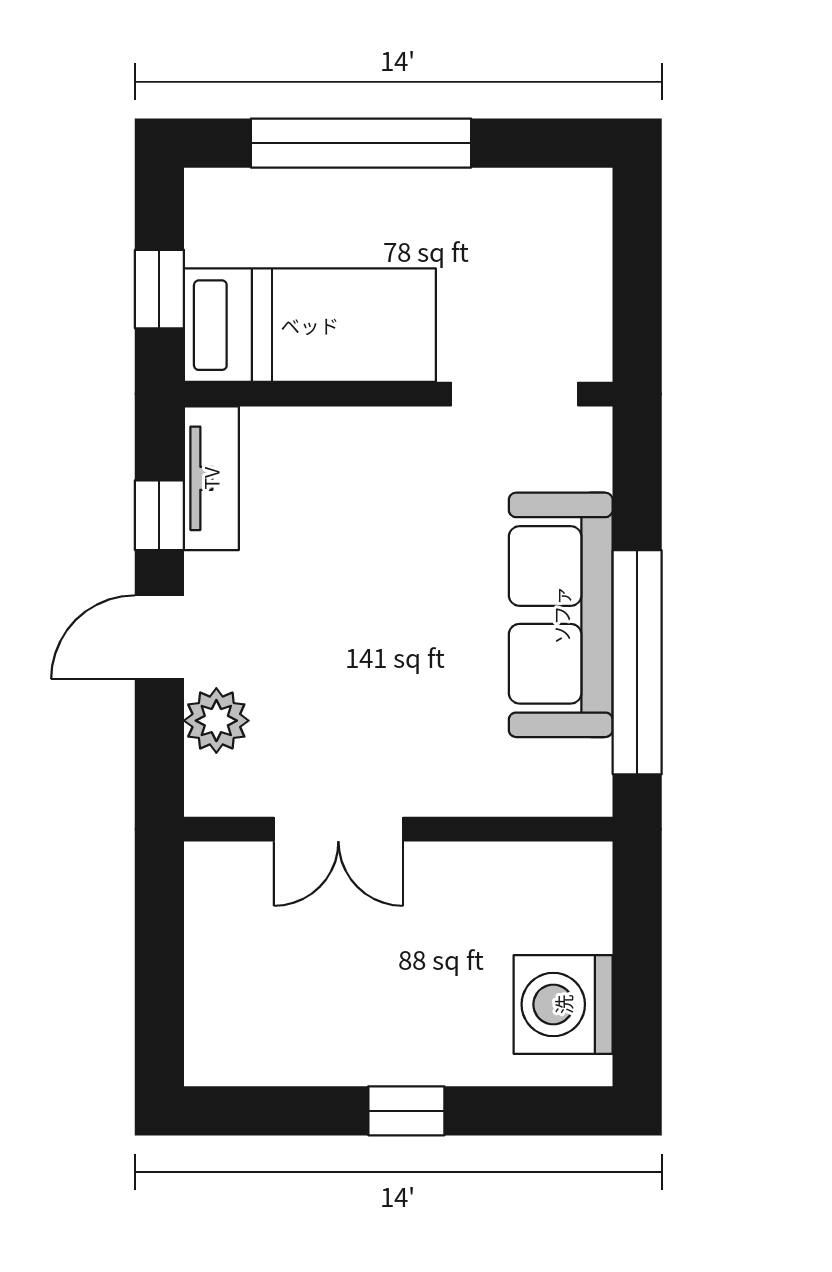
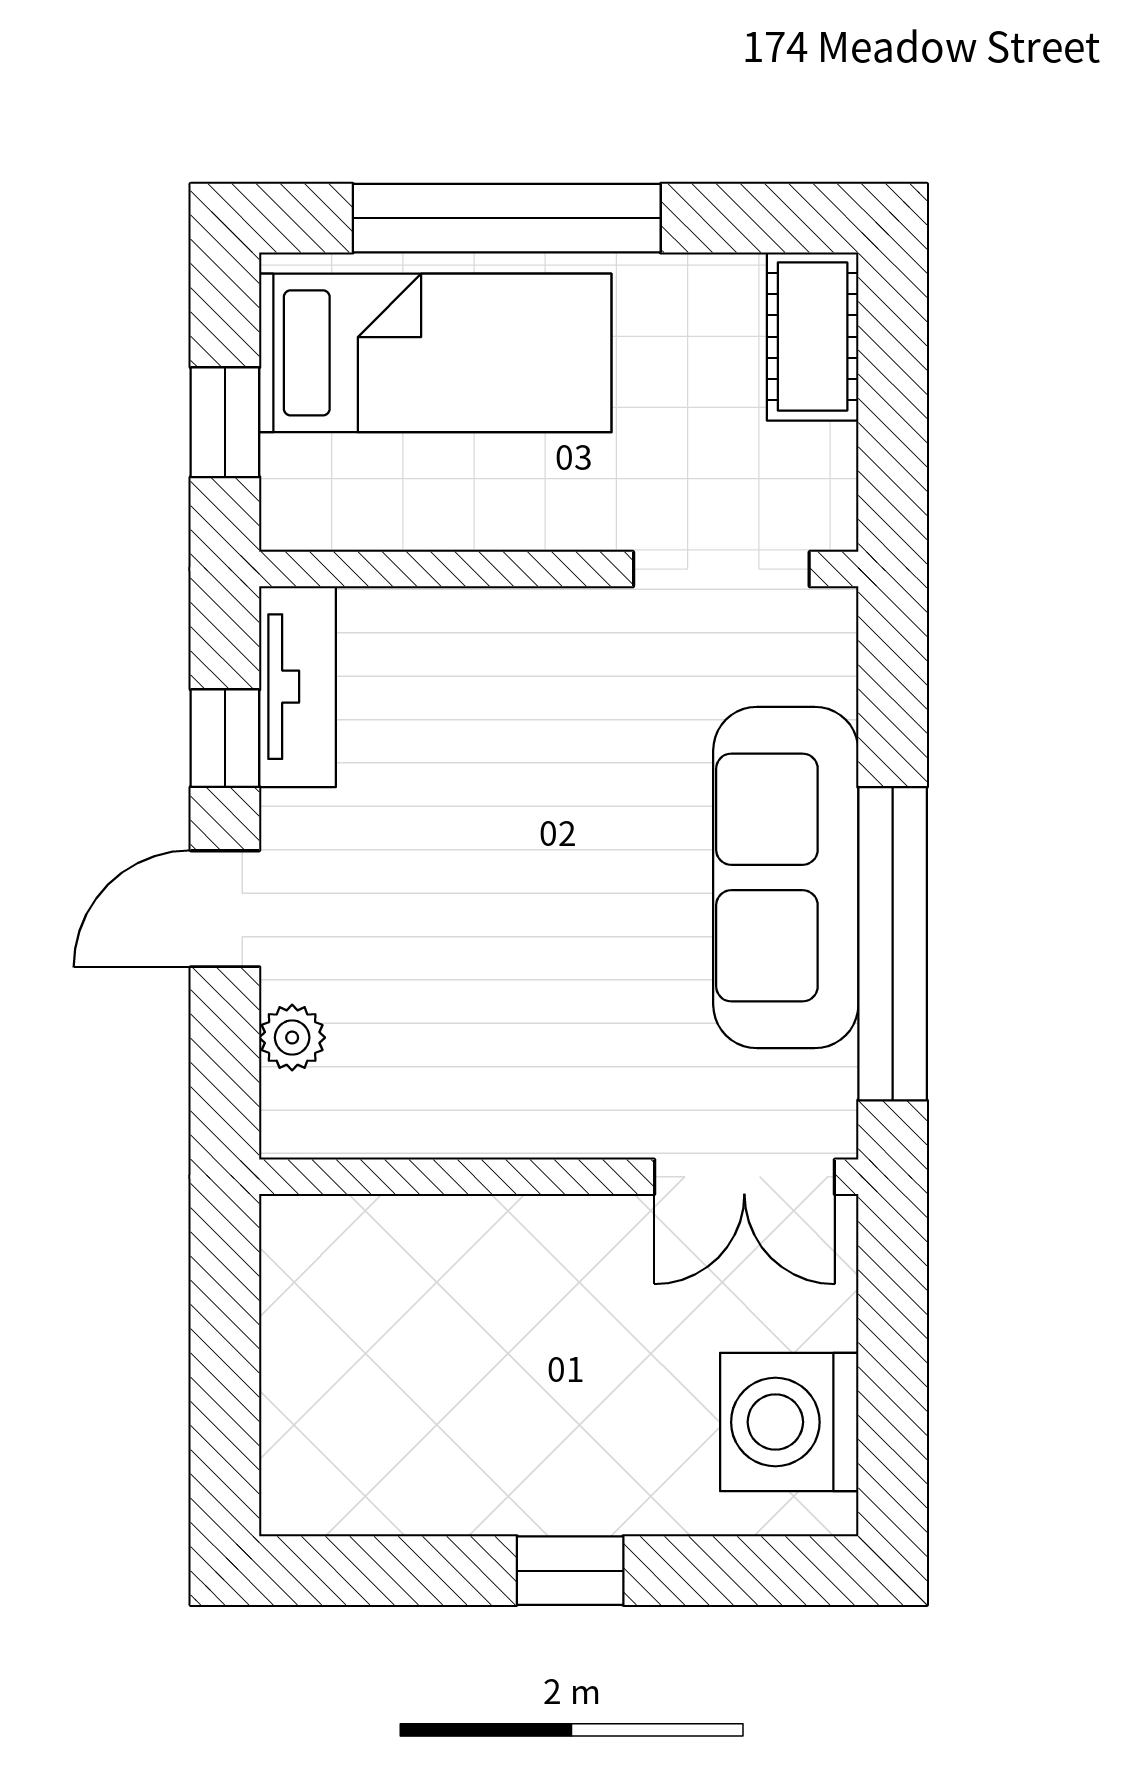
cot: (580, 228) -> (813, 337), added
bed: (310, 325) -> (435, 353), moved
plant: (216, 721) -> (292, 1038), width x0.73, depth x0.73
double door: (338, 829) -> (744, 1177), moved

